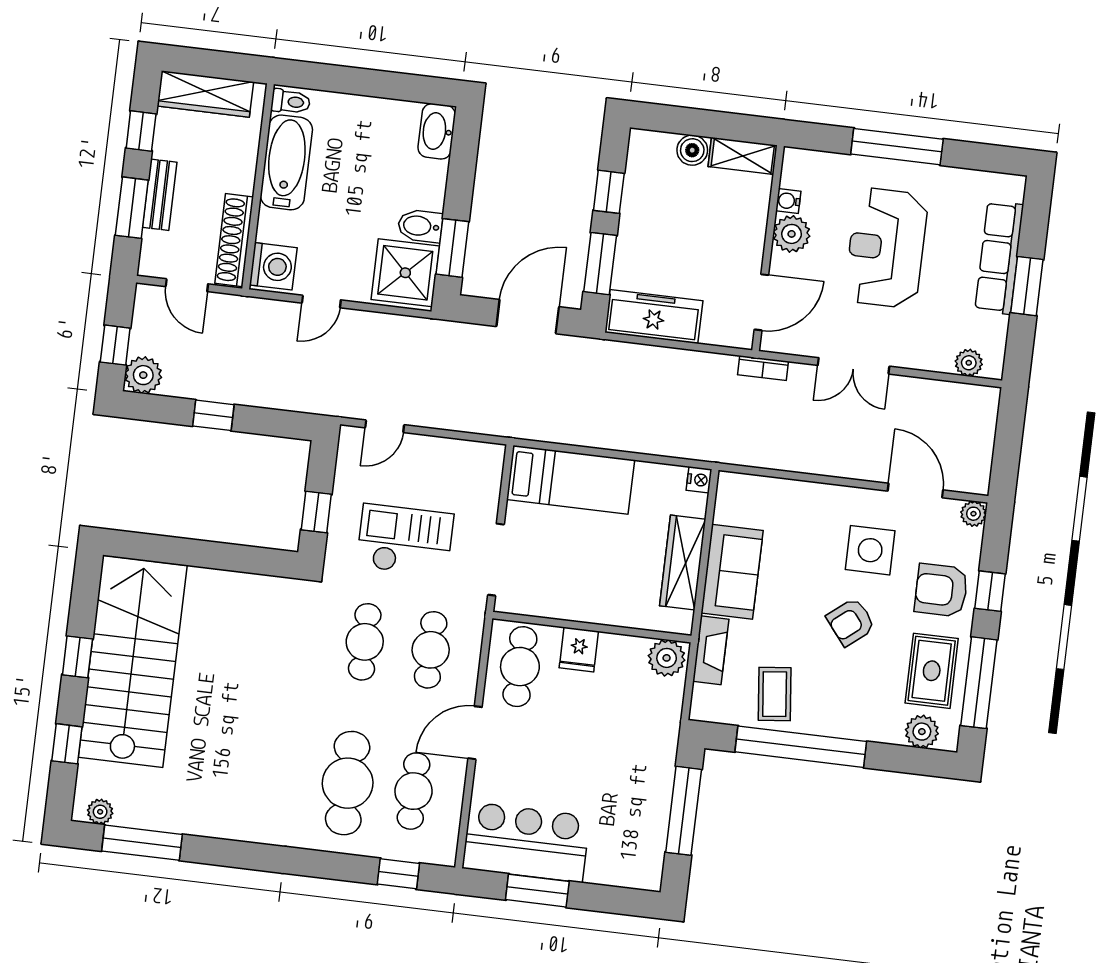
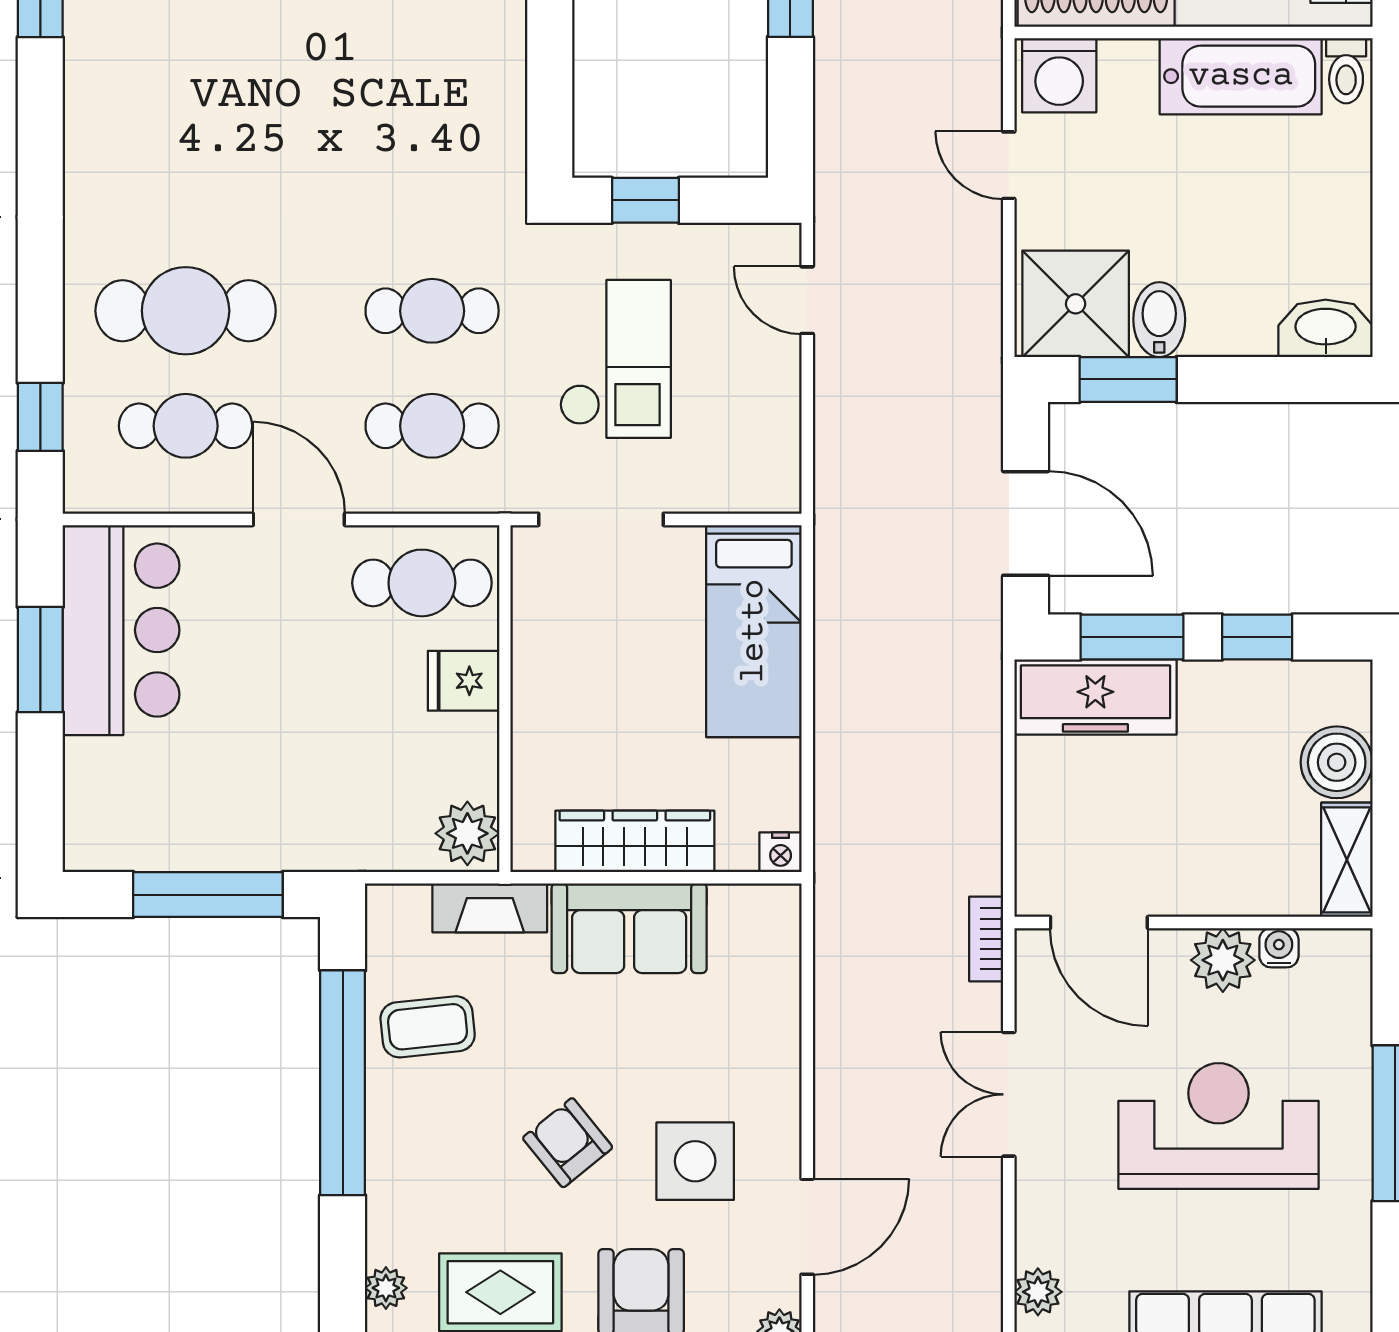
boiler: (692, 150) -> (1337, 762), width x1.36, depth x1.36
freezer: (654, 317) -> (1095, 697), moved, turned 90
plant: (922, 732) -> (386, 1288), width x0.73, depth x0.73

